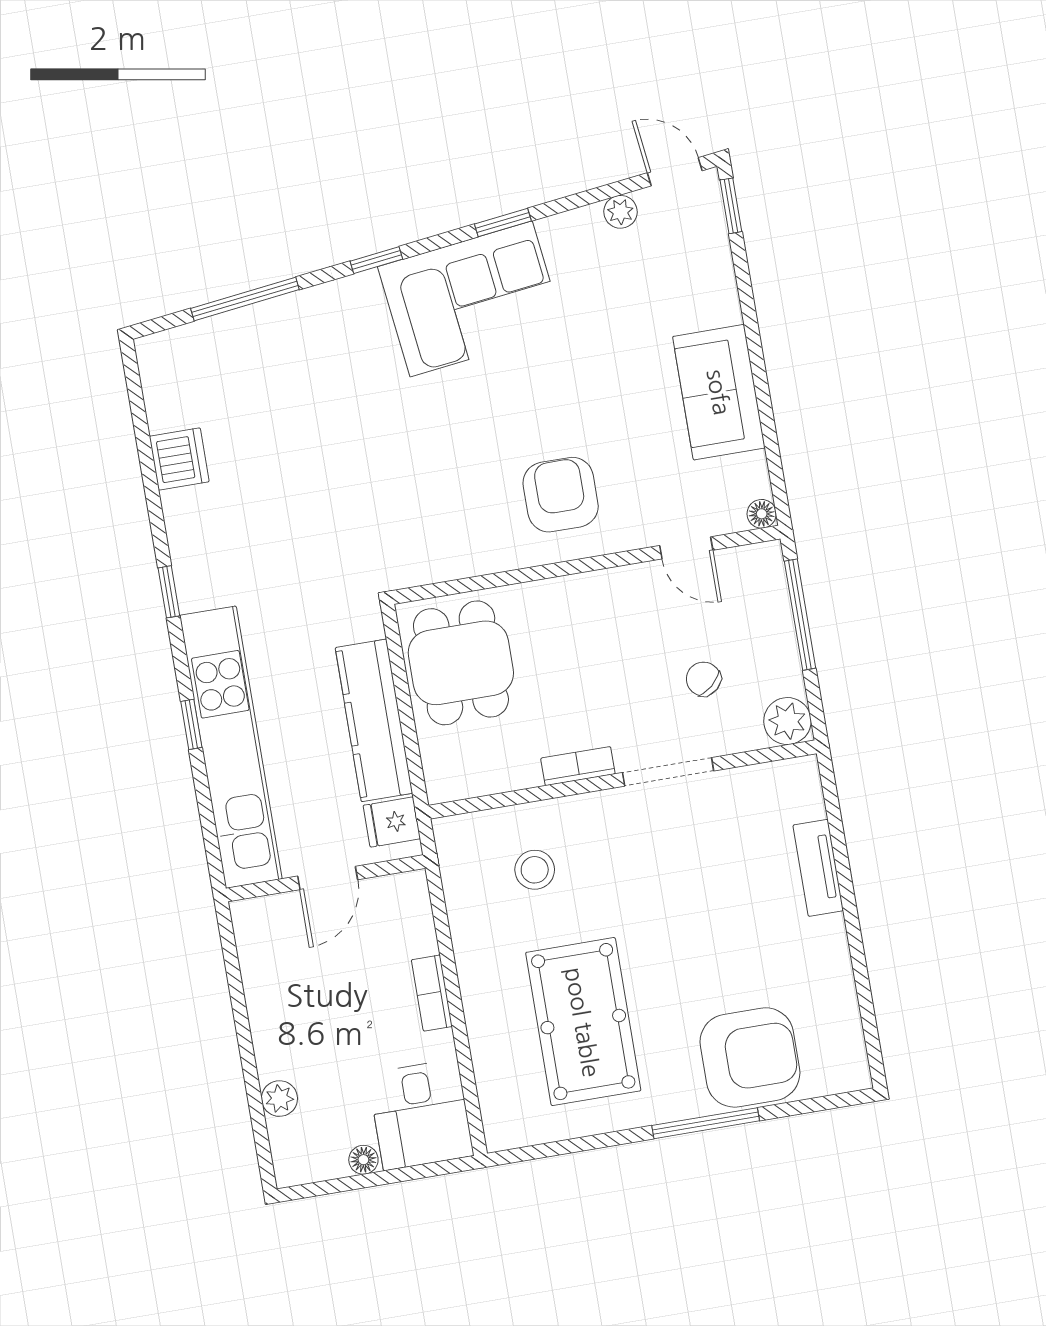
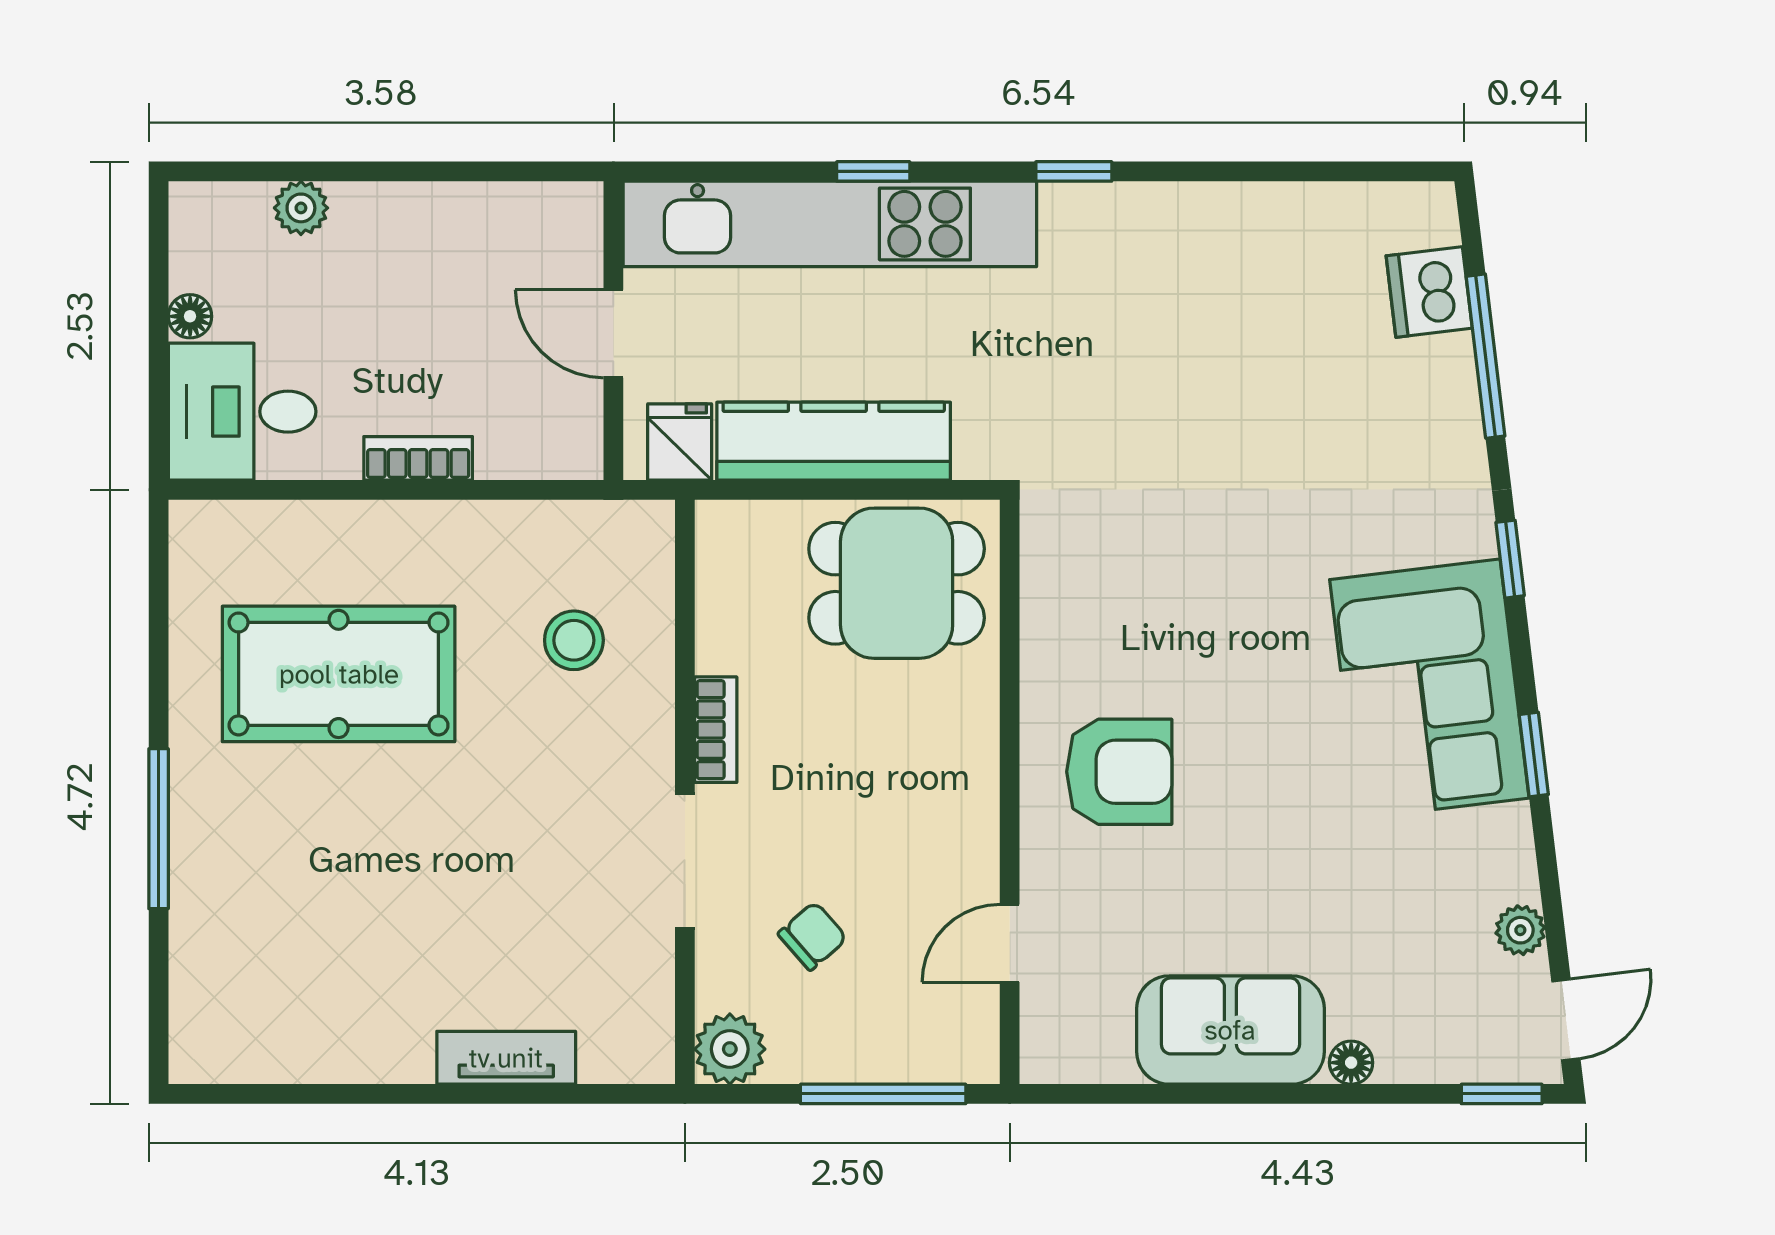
dishwasher: (179, 459) -> (1429, 292), moved, turned 83
floor lamp: (762, 514) -> (1351, 1063), moved
armchair: (750, 1057) -> (244, 910), removed

